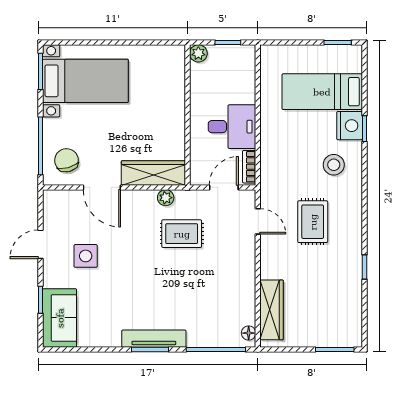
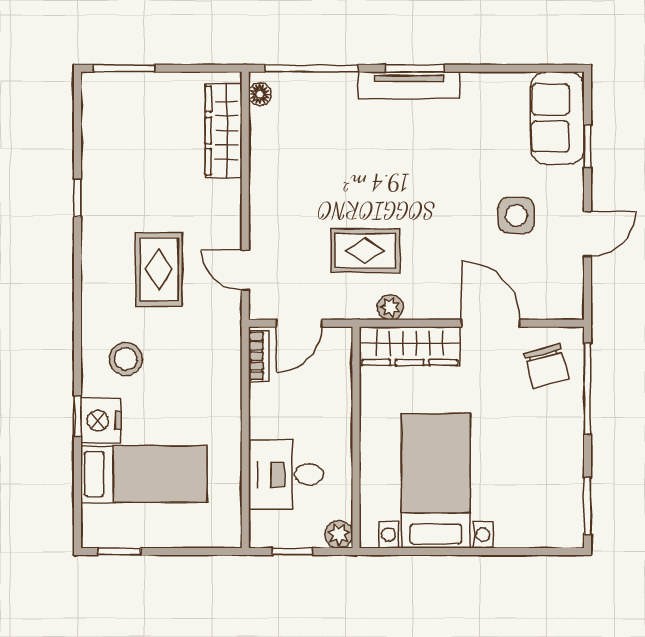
bed with nightstands: (85, 81) -> (436, 481), moved, turned 90
desk: (232, 127) -> (286, 474), moved

